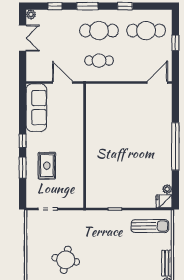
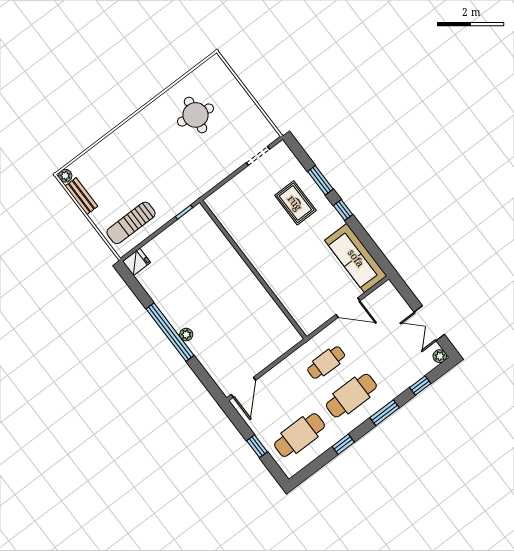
wall: (85, 146) -> (253, 270), moved
plant: (167, 189) -> (186, 335), moved

